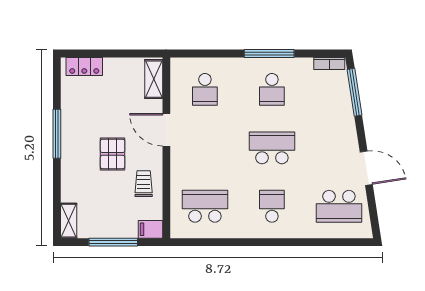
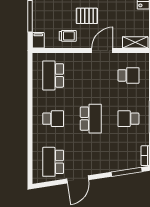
school desk: (205, 89) -> (128, 75), turned 180
school desk: (205, 206) -> (53, 75), turned 180

